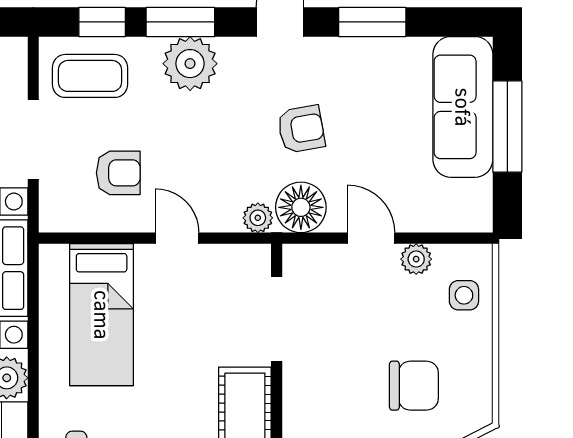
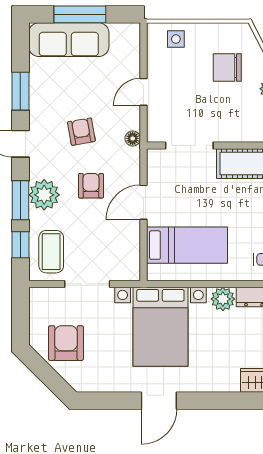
armchair: (118, 173) -> (91, 186), moved
floor lamp: (301, 207) -> (133, 138), width x0.53, depth x0.53
plant: (258, 218) -> (132, 156), removed
door: (177, 238) -> (143, 202), width x1.38
plant: (416, 259) -> (155, 66), removed
chair: (414, 386) -> (227, 67), turned -90

